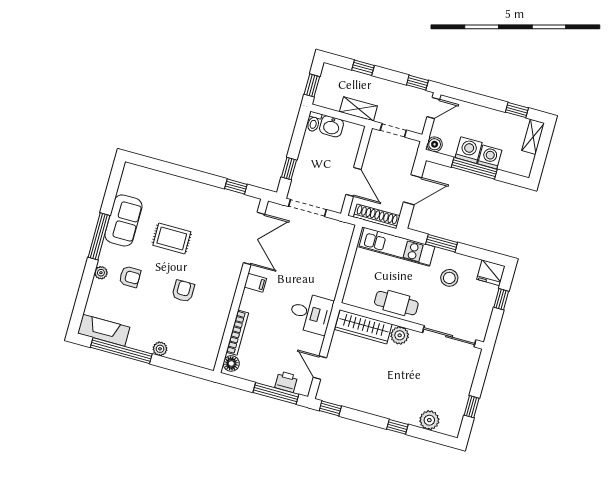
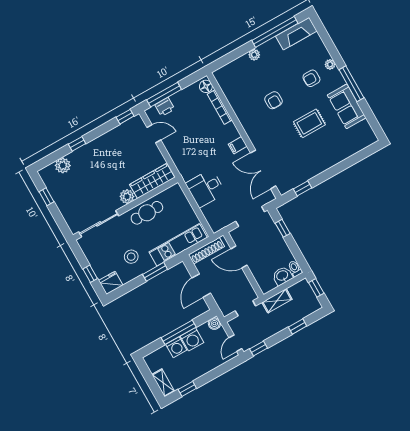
desk: (311, 313) -> (206, 188), moved

